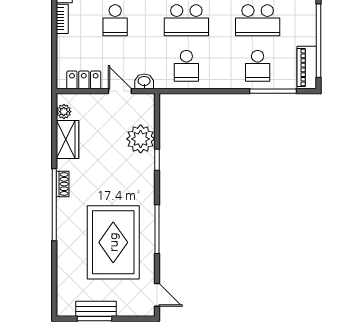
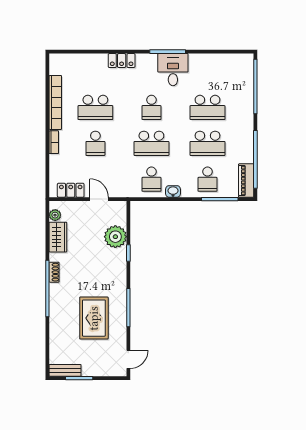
washbasin: (144, 81) -> (173, 191), moved
rug: (113, 242) -> (94, 318), width x0.73, depth x0.69
door: (157, 295) -> (128, 359), hinge flipped
bench: (96, 309) -> (65, 370), moved

